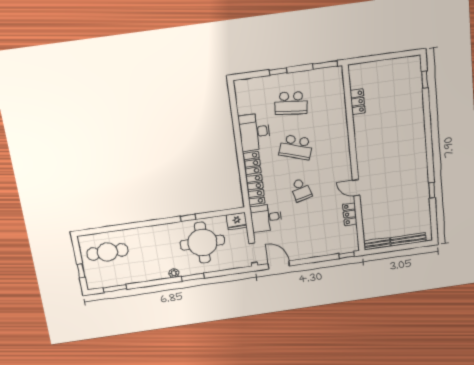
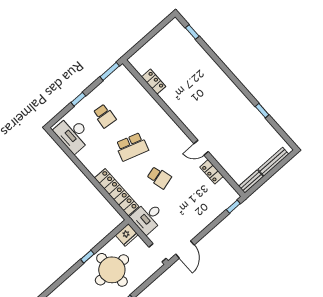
school desk: (291, 103) -> (104, 116), width x0.54
desk: (255, 132) -> (73, 134), moved
door: (279, 265) -> (185, 250), swing flipped

